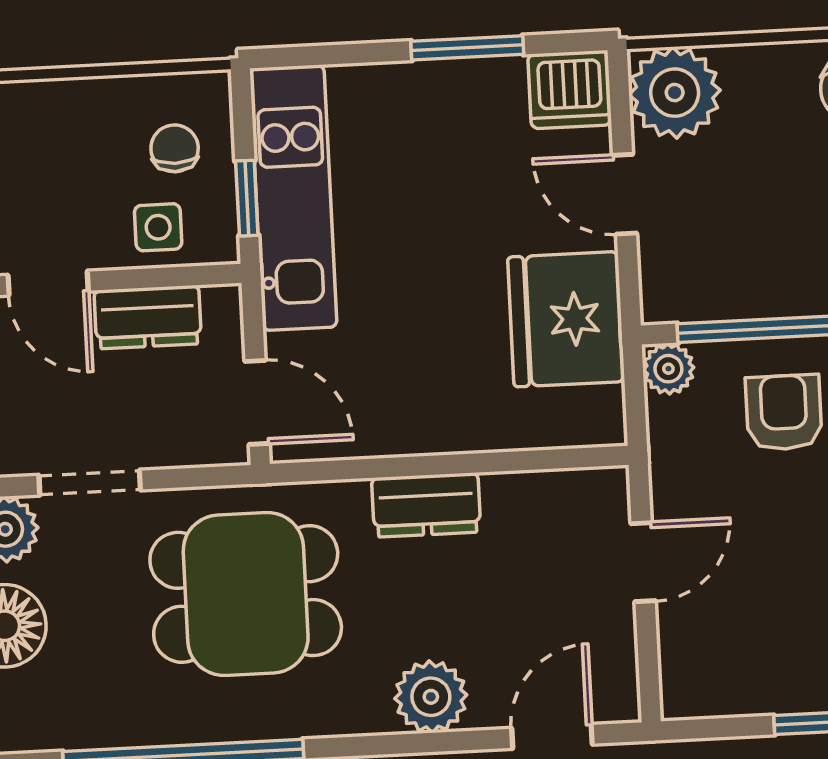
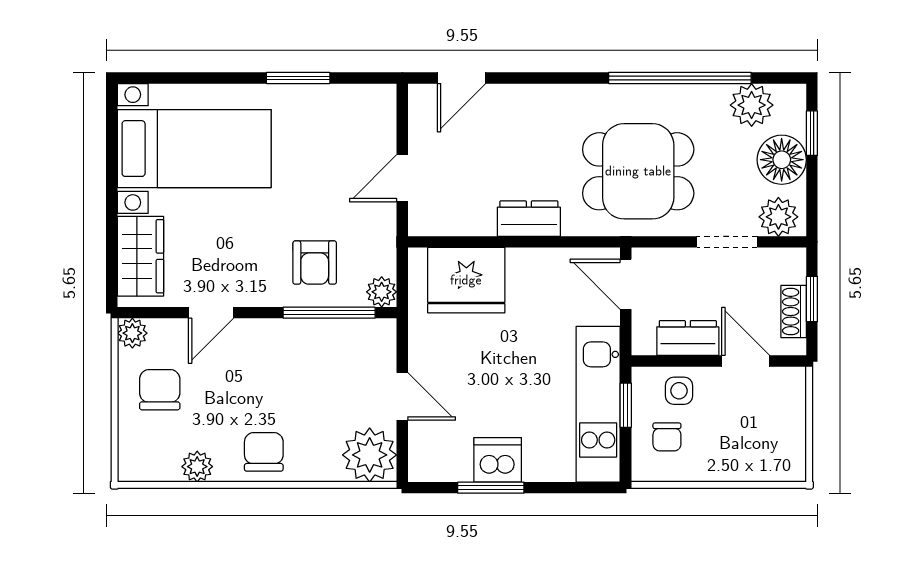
dishwasher: (570, 90) -> (498, 460), moved
fridge: (566, 319) -> (466, 280), moved, turned 90
plant: (431, 697) -> (752, 105), moved

